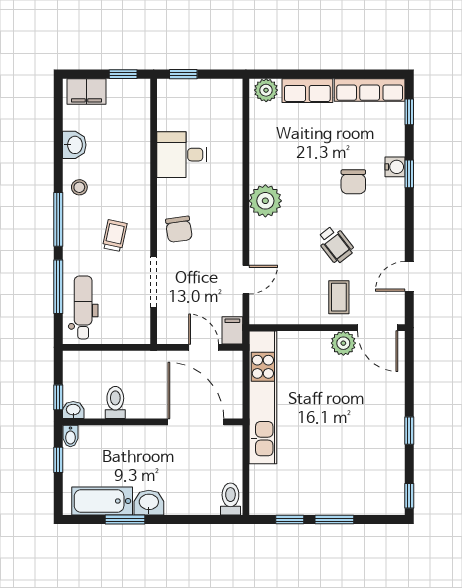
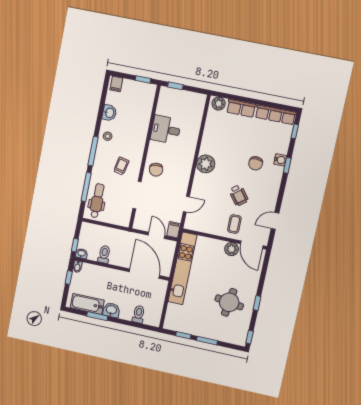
filing cabinet: (86, 91) -> (116, 84), width x0.50
round table: (360, 441) -> (229, 302), added
toilet: (230, 499) -> (139, 314), moved

